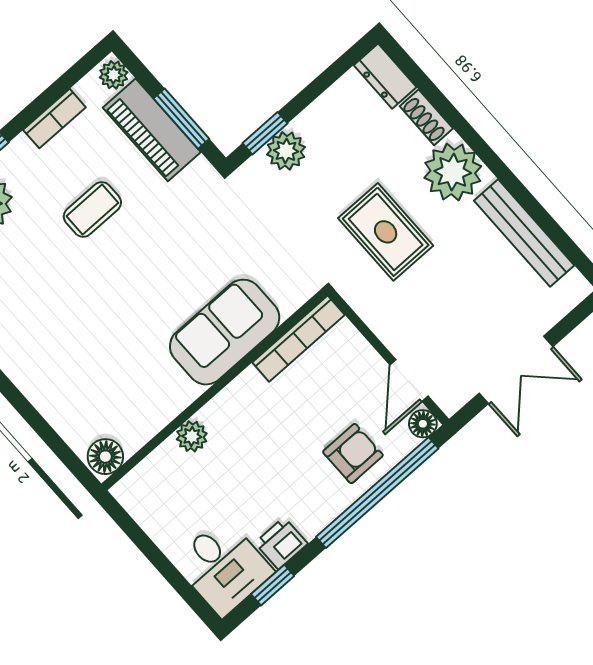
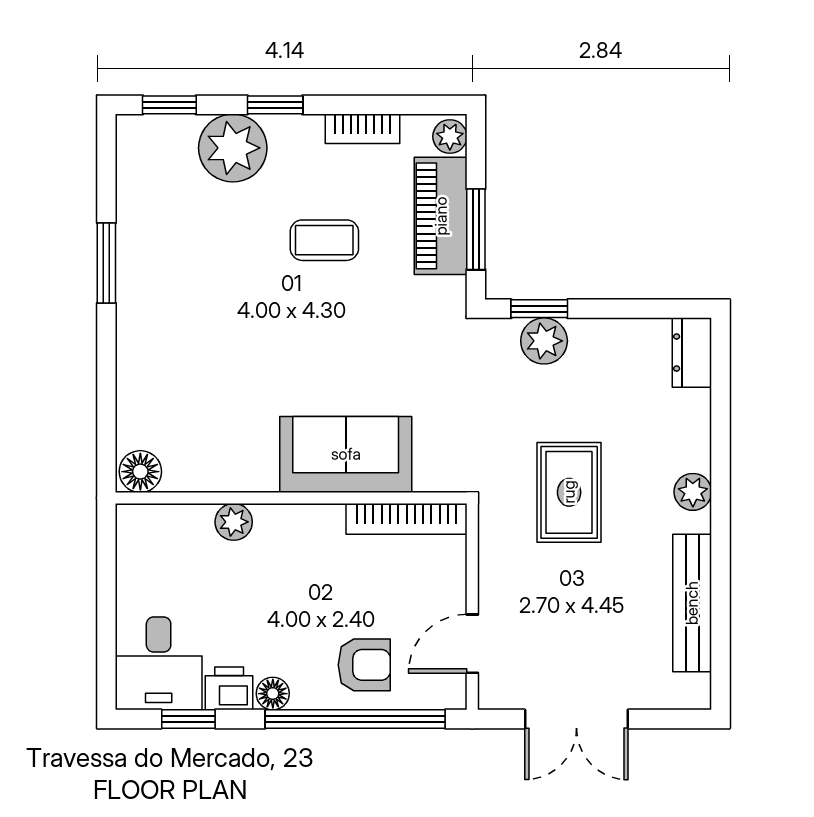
shoe rack: (426, 117) -> (696, 422), removed
plant: (453, 172) -> (693, 492), width x0.53, depth x0.53
floor lamp: (423, 424) -> (273, 694), moved

